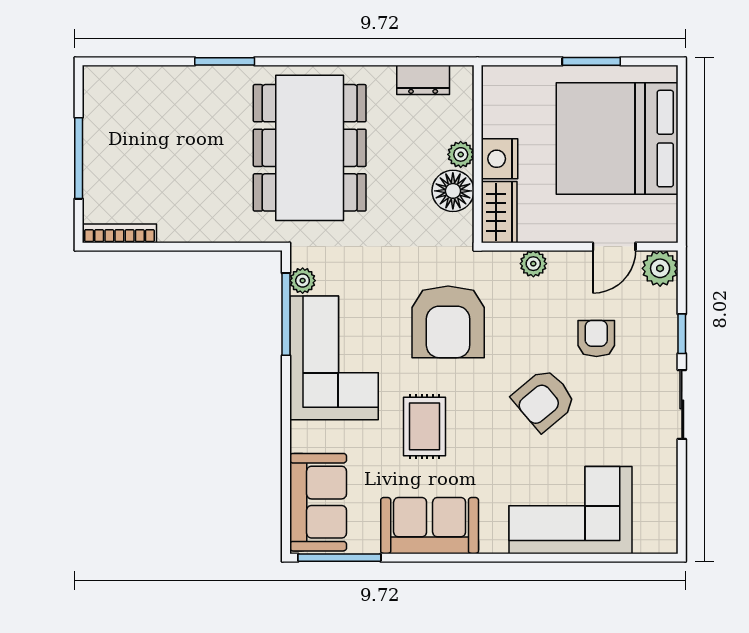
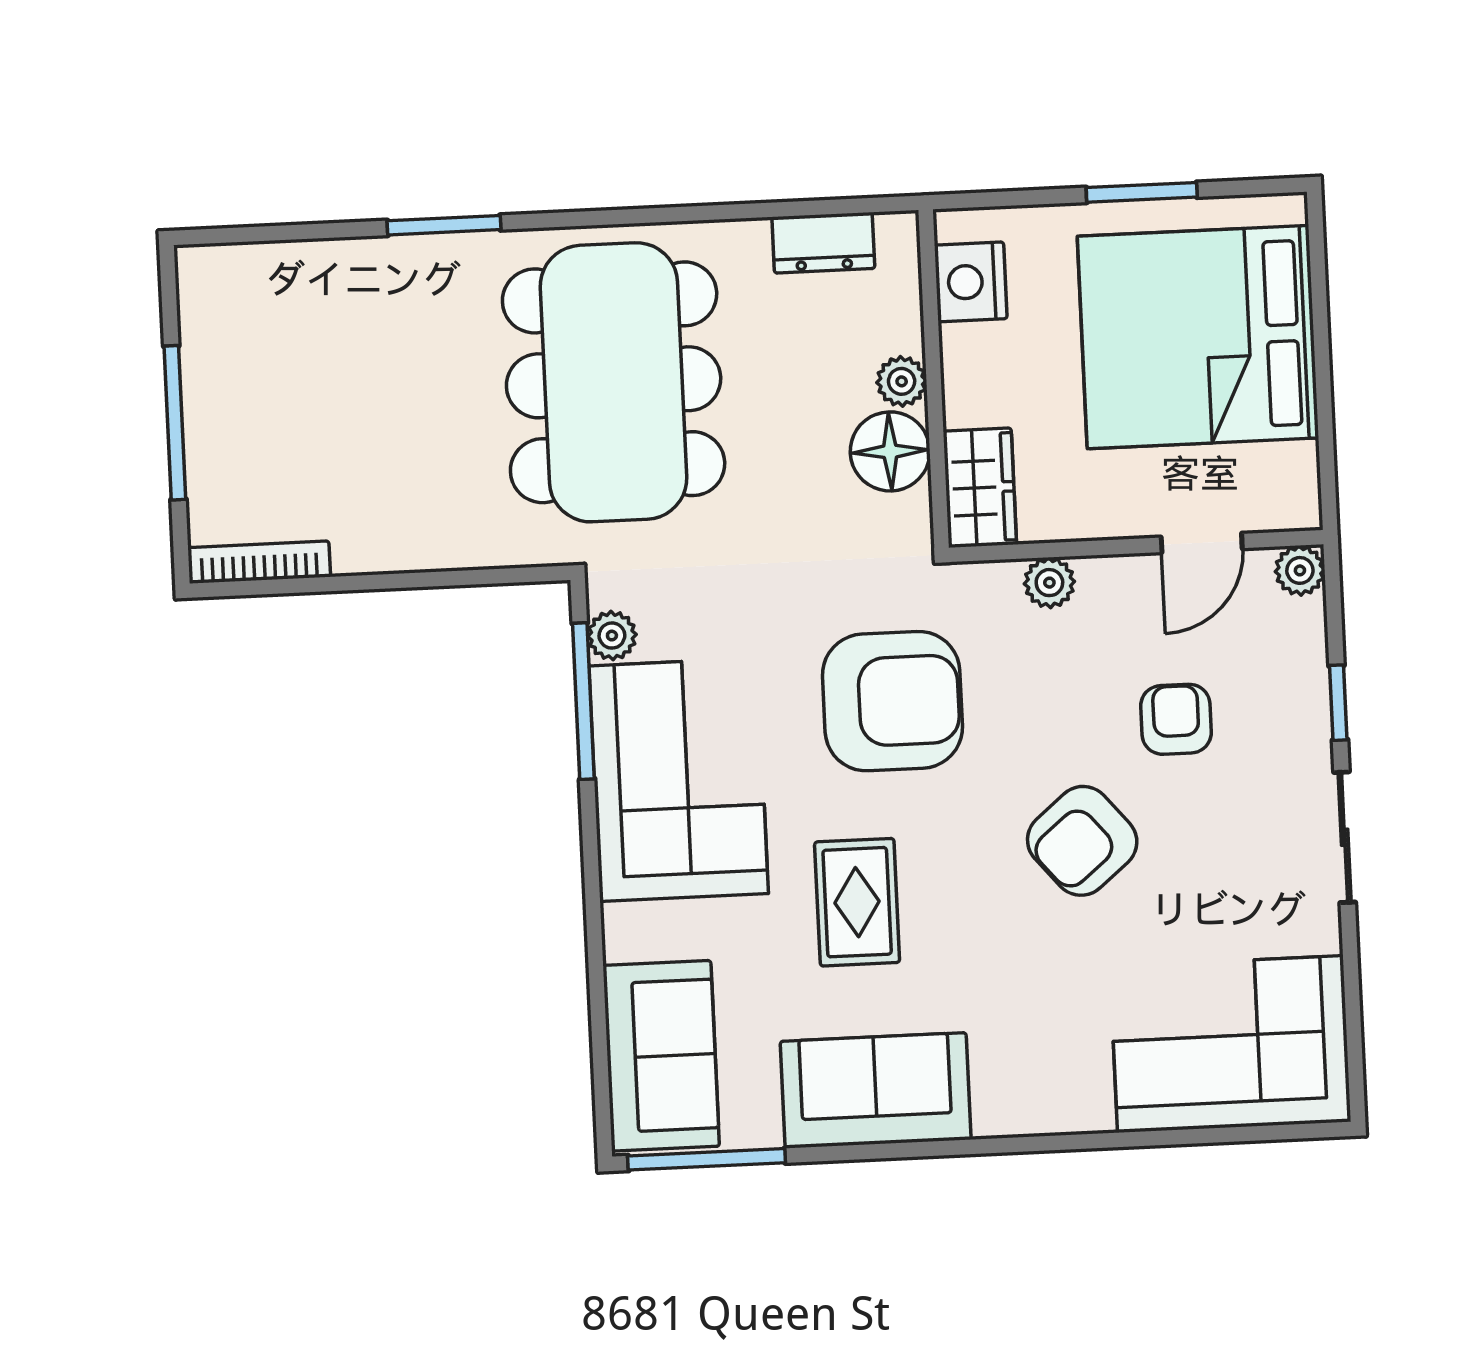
nightstand: (500, 159) -> (971, 282), moved
plant: (660, 268) -> (1300, 570), width x0.73, depth x0.73
armchair: (448, 322) -> (892, 701), turned -90
corner sofa: (570, 510) -> (1230, 1044), moved

